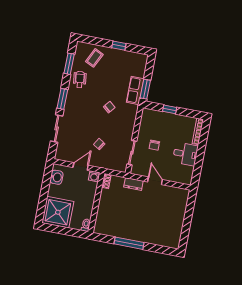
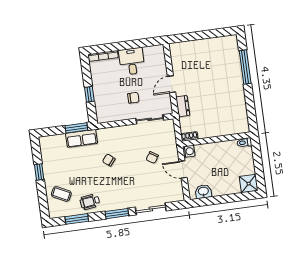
shower: (58, 212) -> (249, 184), width x0.54, depth x0.54
window: (129, 243) -> (245, 67), moved

